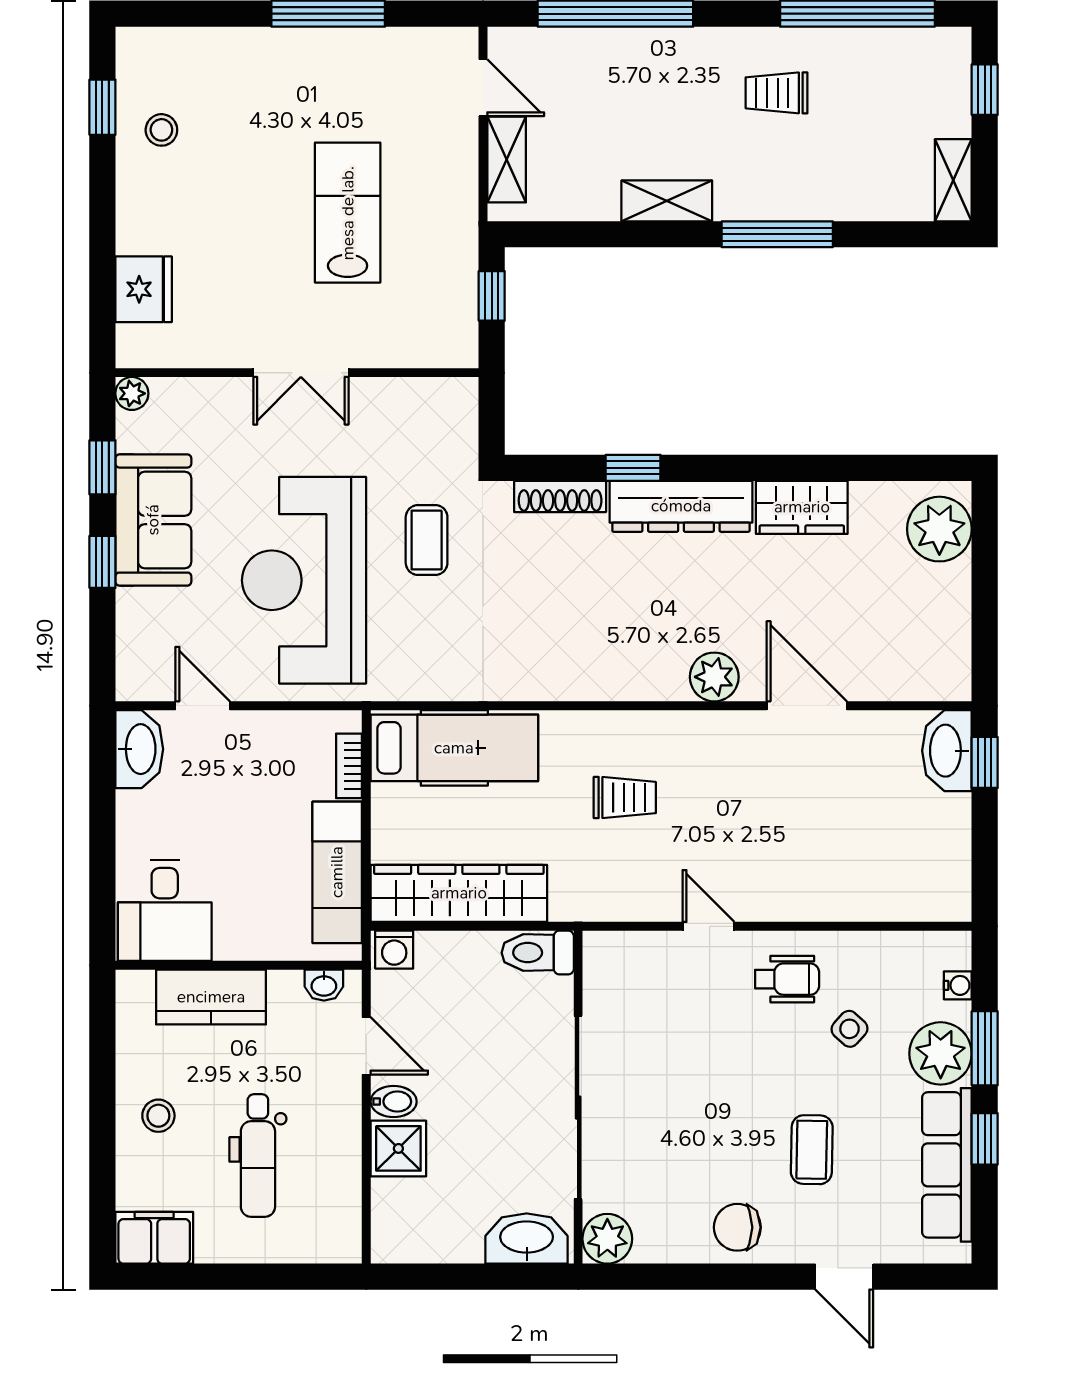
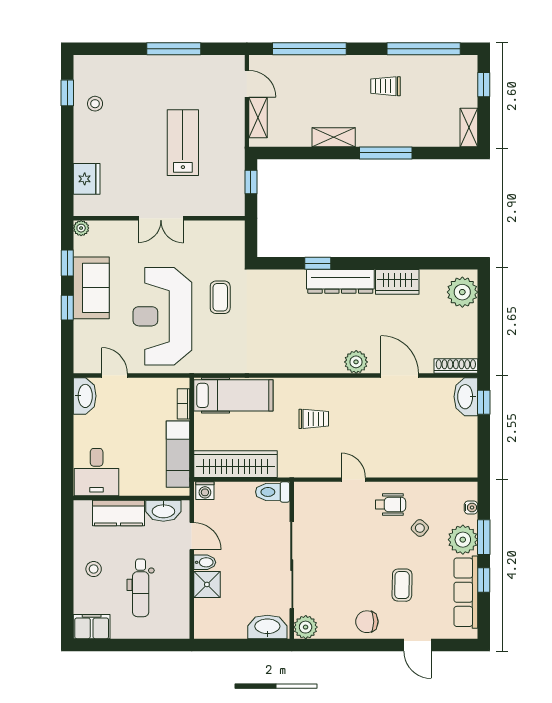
shoe rack: (560, 496) -> (456, 366), moved, turned 180
washbasin: (324, 985) -> (163, 511), width x1.91, depth x1.45

